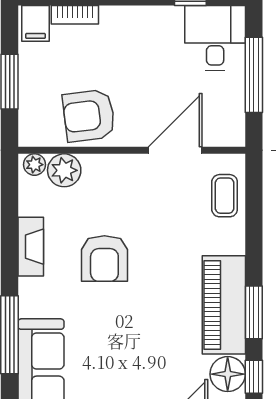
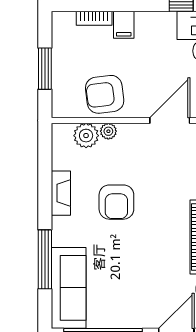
filing cabinet: (35, 23) -> (124, 25), moved
plant: (34, 165) -> (108, 131), moved

